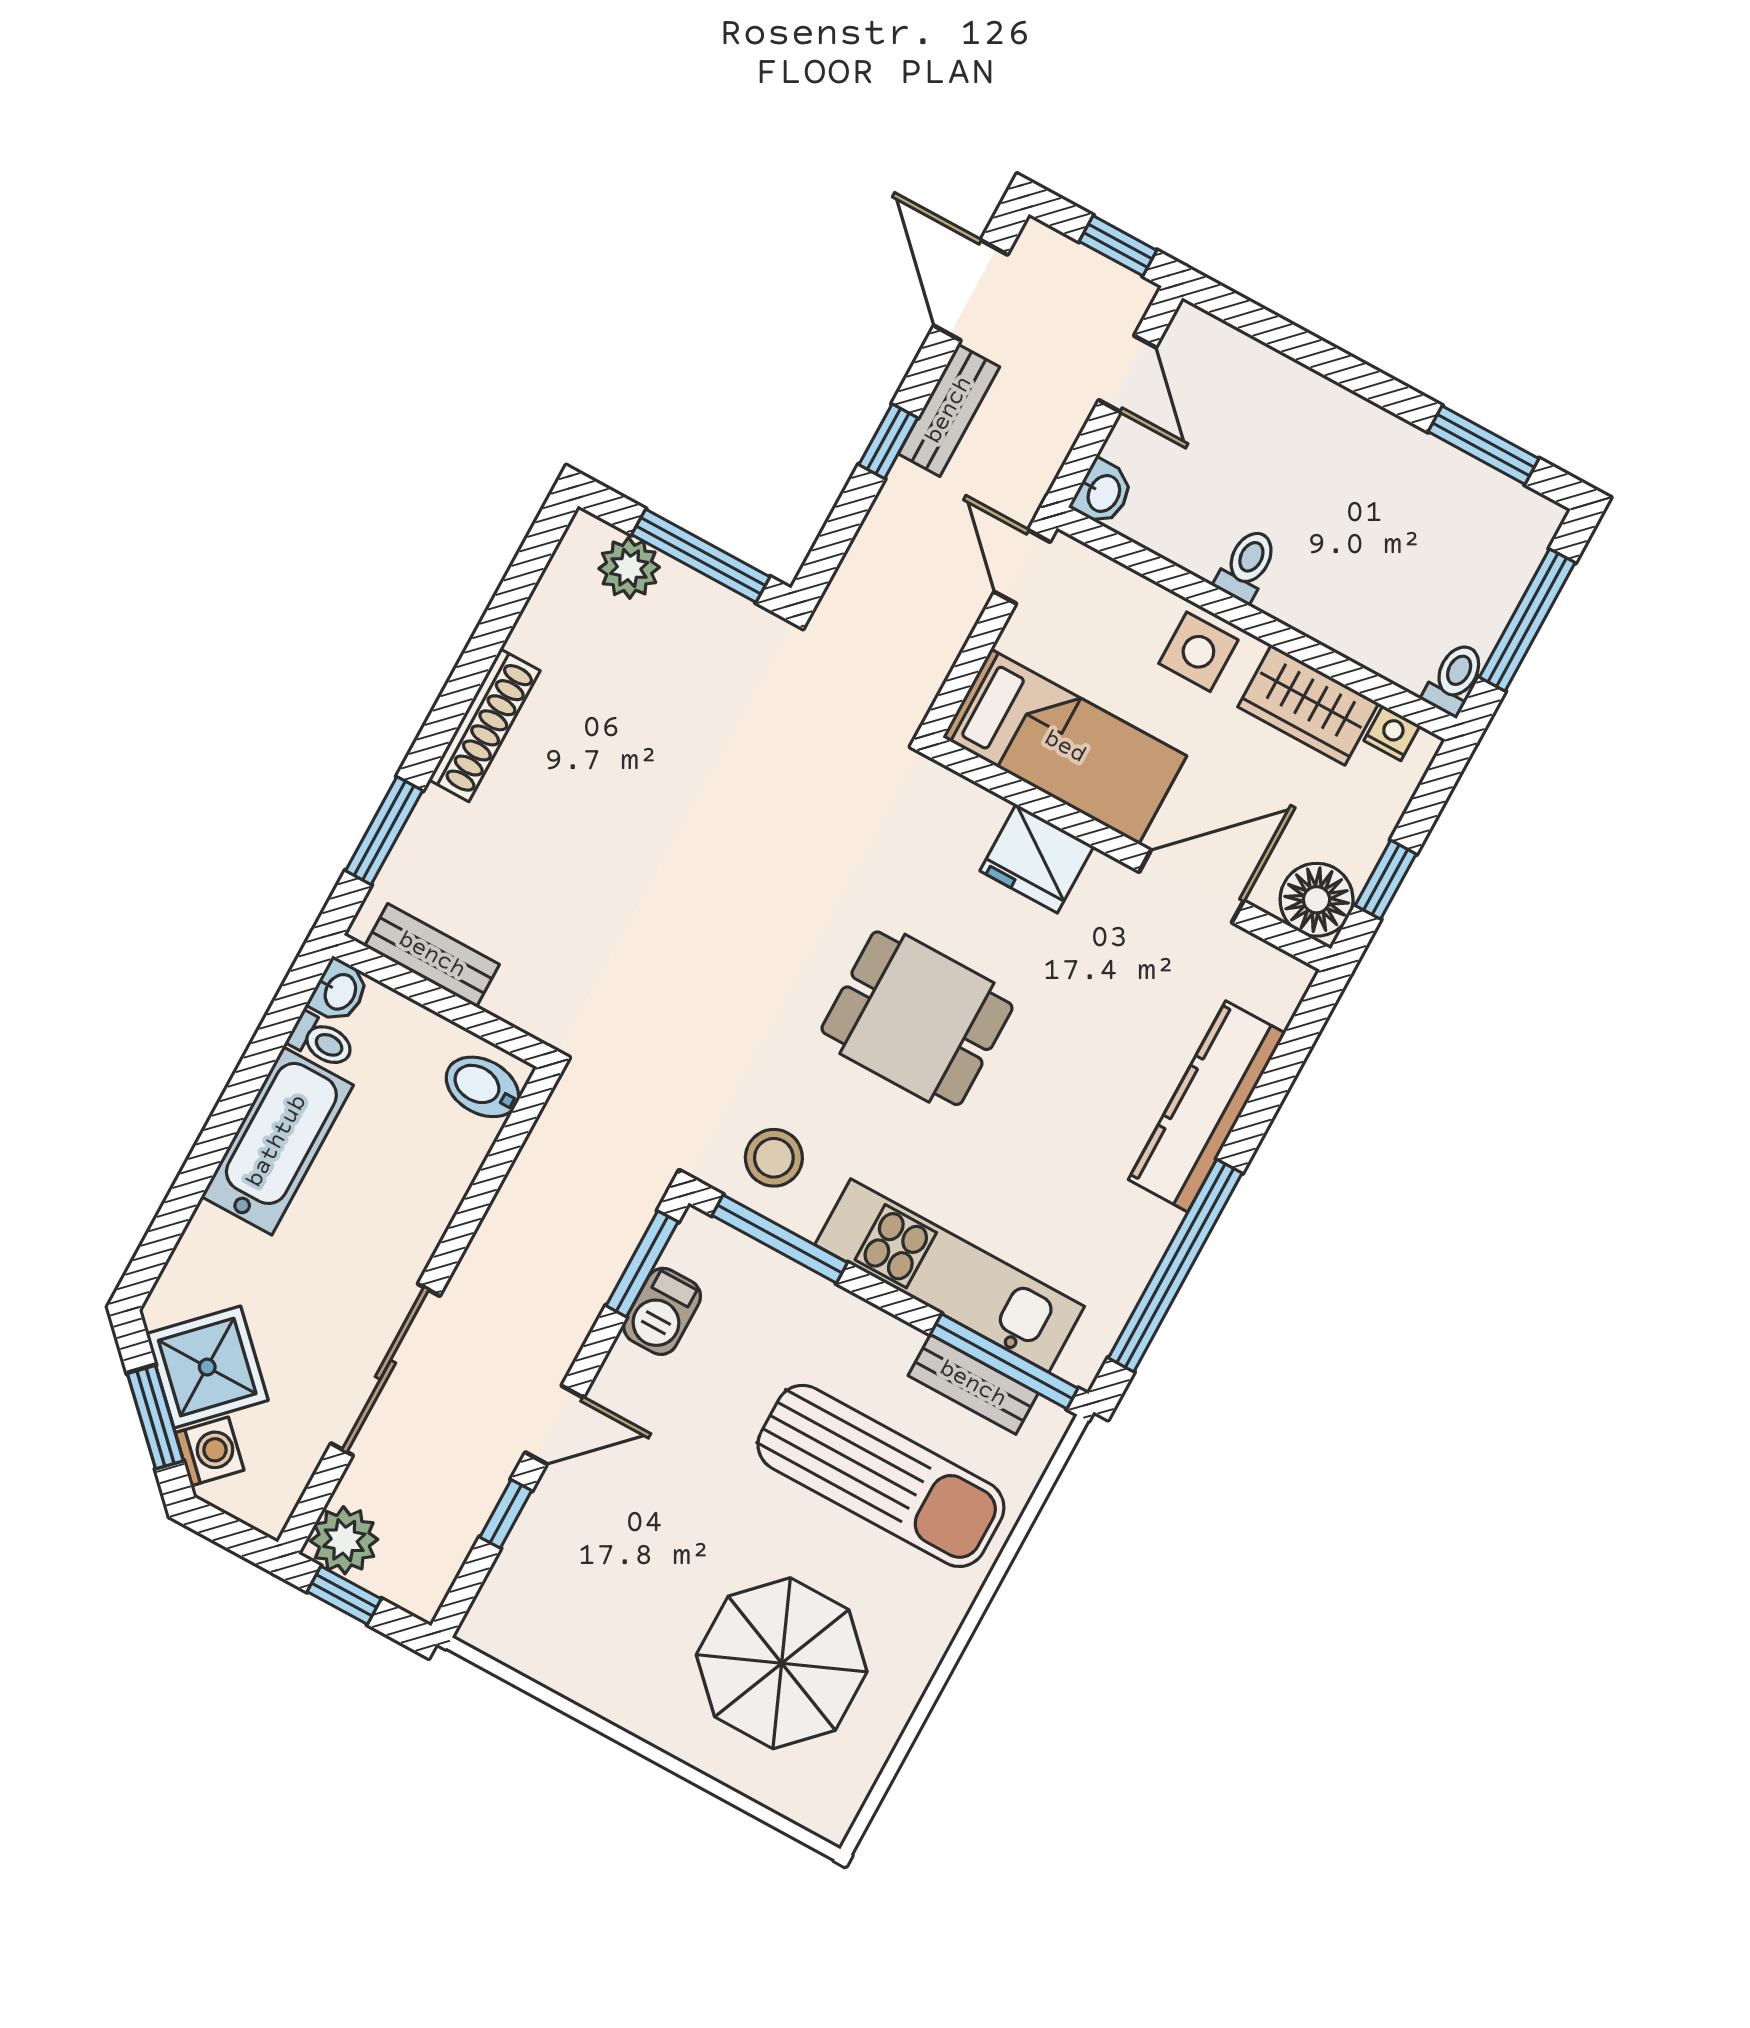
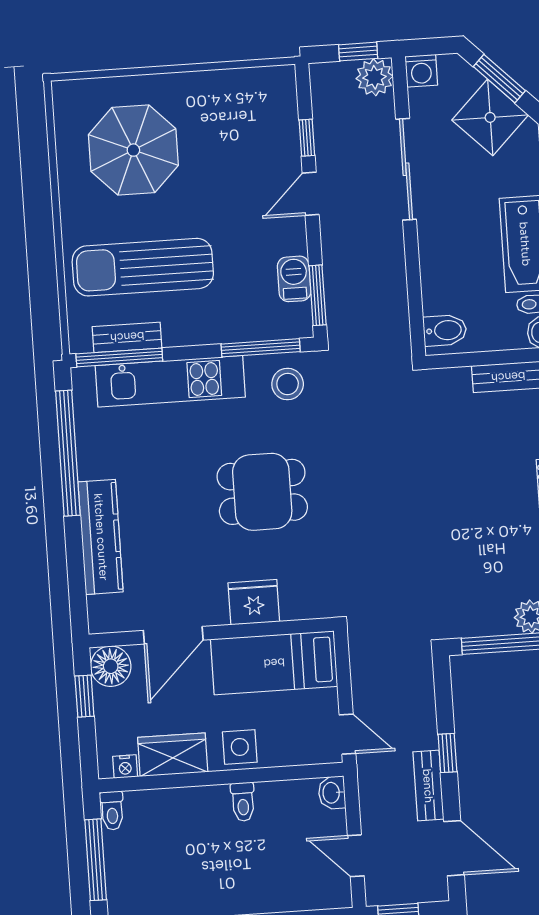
washing machine: (210, 1451) -> (421, 71), moved, turned -45

